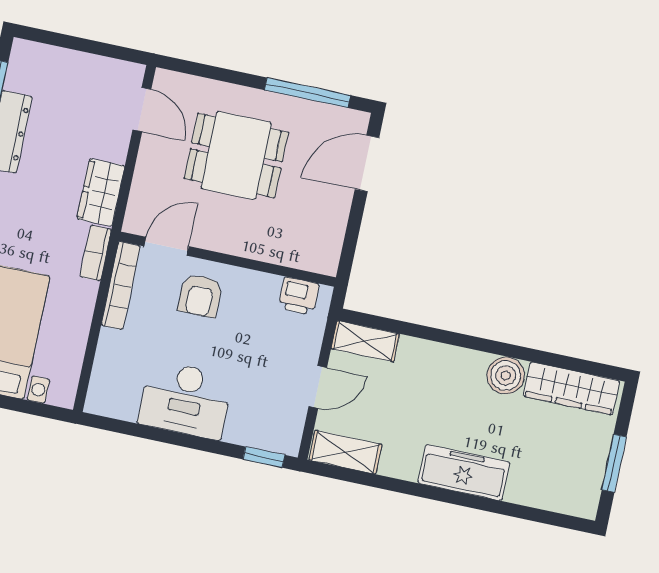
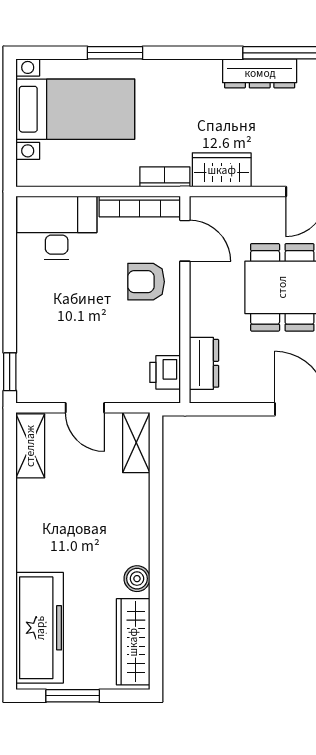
dresser: (298, 253) -> (204, 363), added
boiler: (506, 375) -> (137, 579), width x0.73, depth x0.73
desk: (185, 400) -> (57, 228), moved, turned 90
freezer: (464, 473) -> (40, 628), moved, width x1.36, depth x1.26

